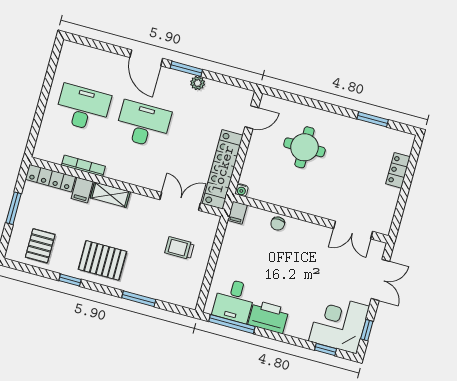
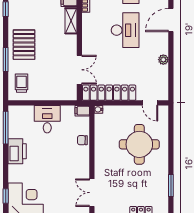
window: (186, 69) -> (171, 49), removed
round table: (304, 147) -> (139, 144), width x1.36, depth x1.36
trolley: (180, 248) -> (22, 83), moved
pallet: (102, 260) -> (24, 45), moved
desk: (234, 301) -> (47, 119), moved, turned 90

